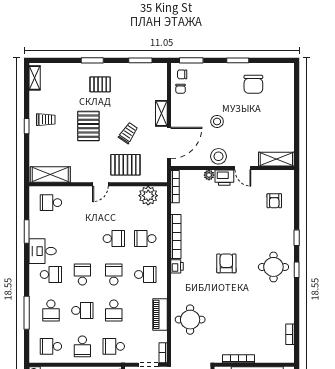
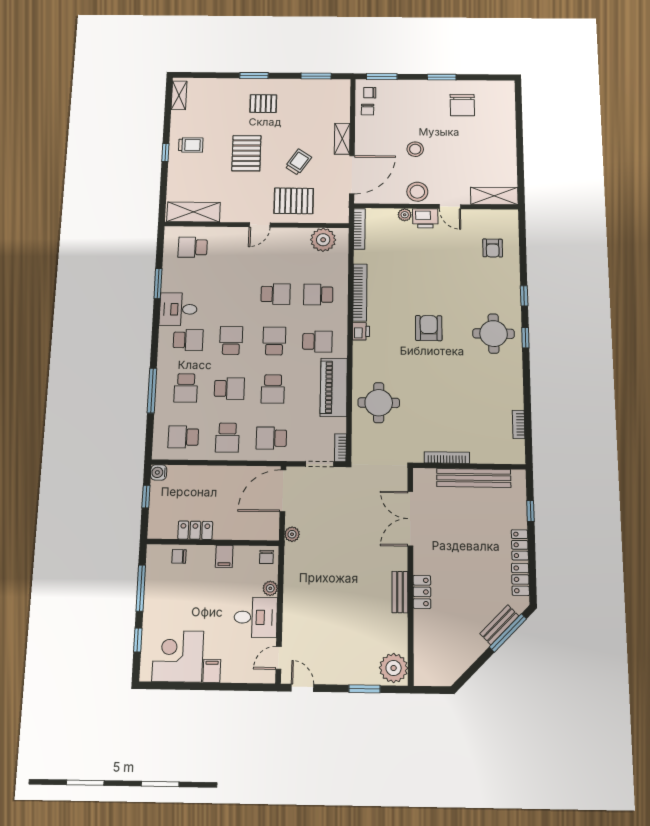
piano: (160, 314) -> (334, 387), width x1.37, depth x1.33

